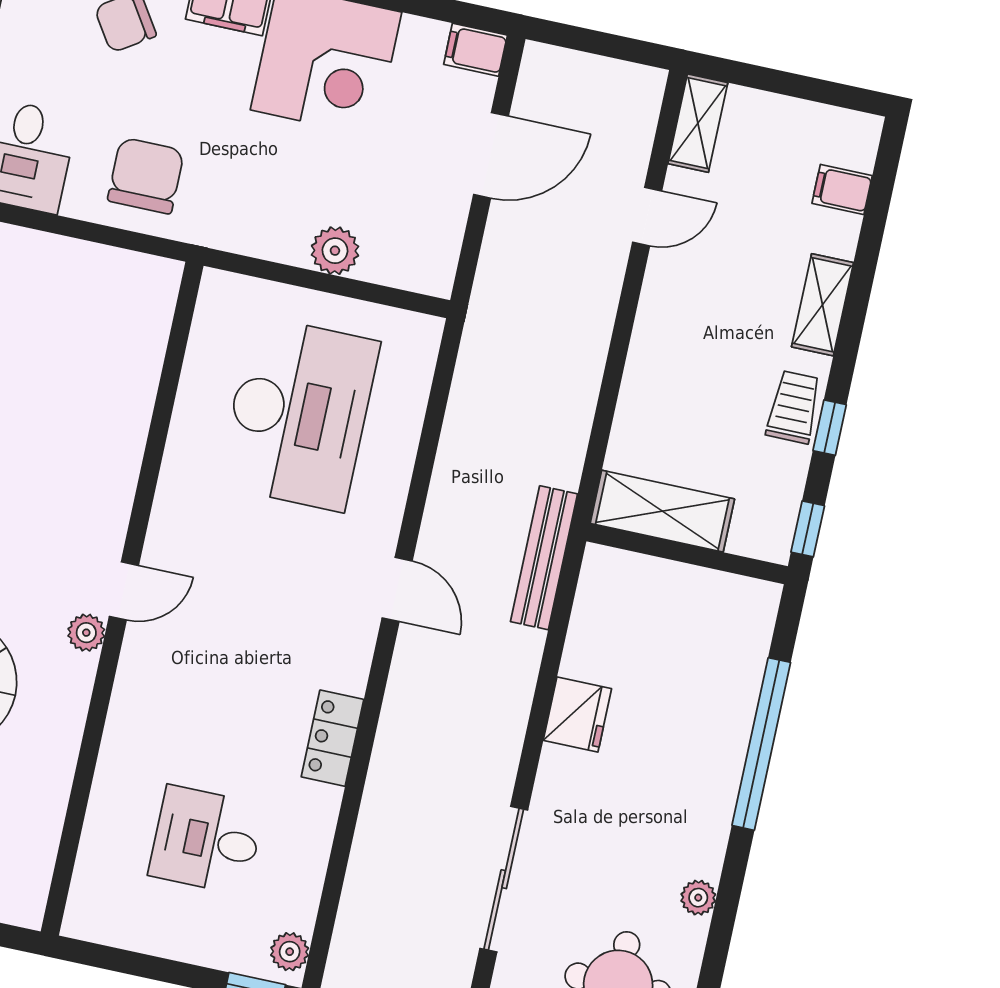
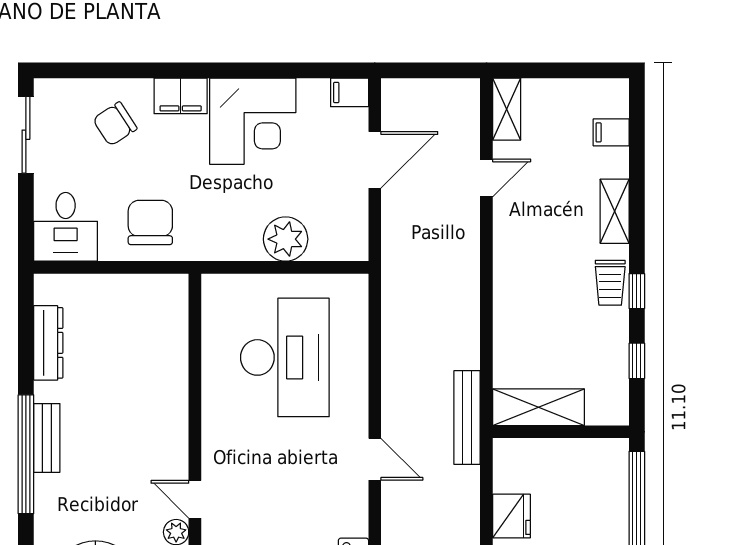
plant: (335, 251) -> (286, 239), width x1.36, depth x1.36
trolley: (794, 407) -> (610, 283), turned 180
shelving: (662, 511) -> (538, 407), moved
wall: (687, 554) -> (561, 432), moved
door: (124, 591) -> (195, 499), swing flipped

